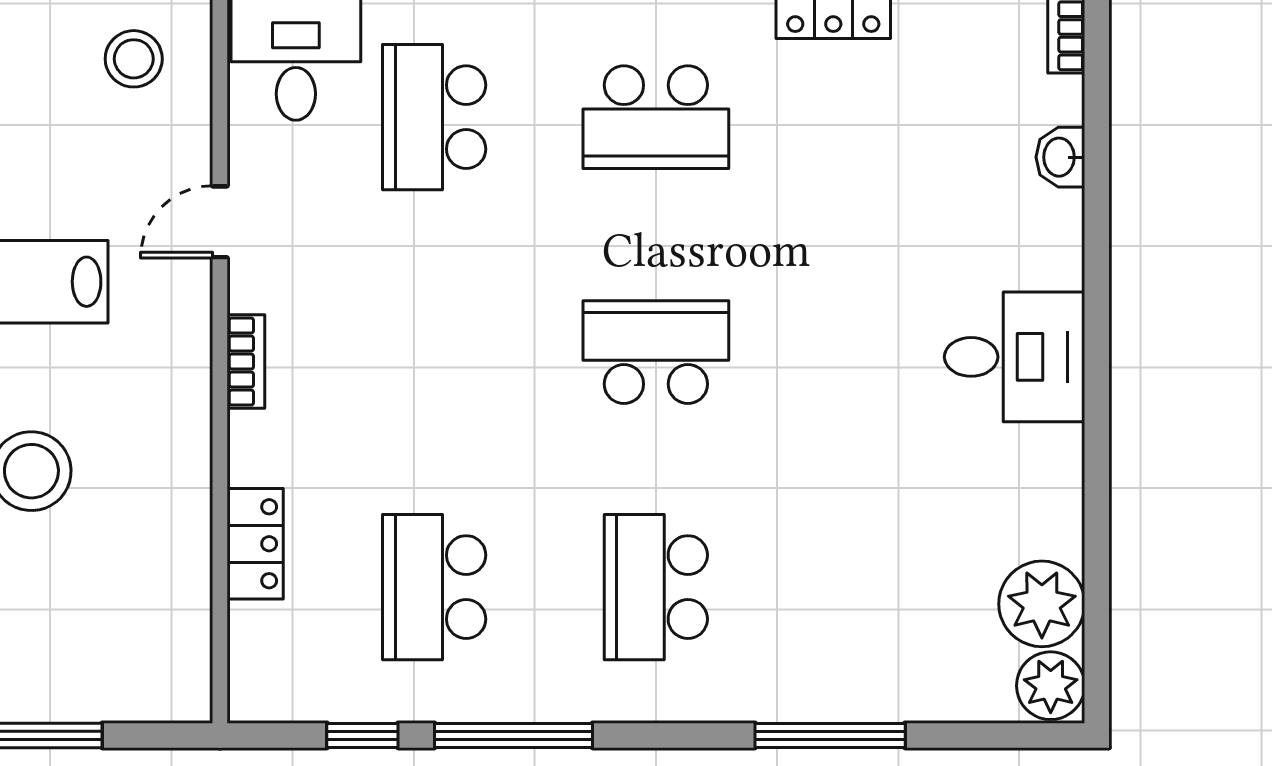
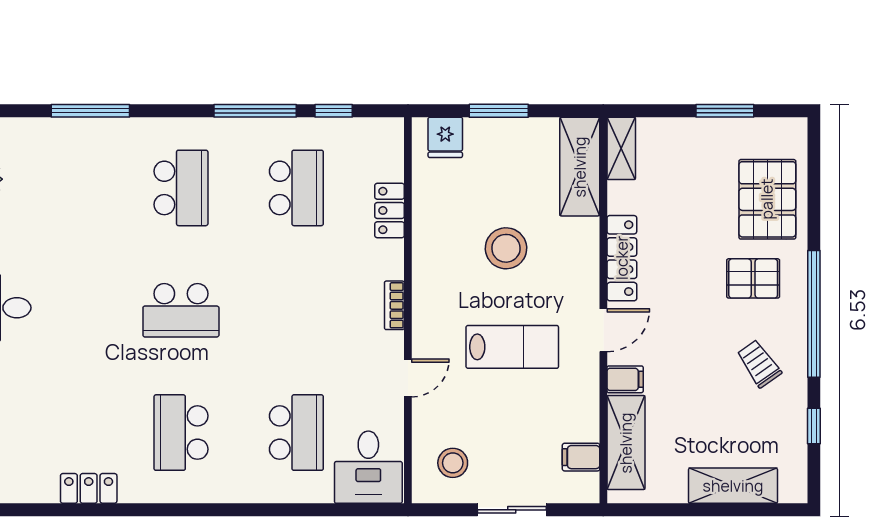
school desk: (656, 117) -> (181, 433), turned -90
fridge: (148, 684) -> (445, 137), added

